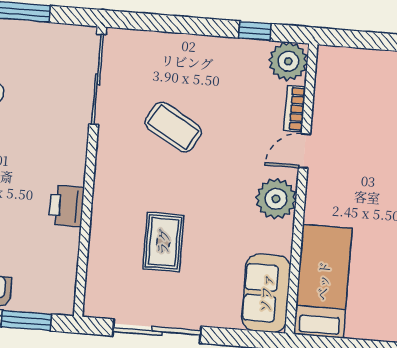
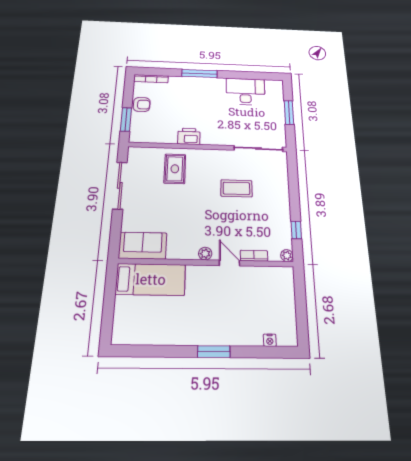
plant: (288, 61) -> (287, 256), width x0.53, depth x0.53
coffee table: (173, 127) -> (236, 188), turned 60
plant: (276, 199) -> (205, 254), width x0.53, depth x0.53
rug: (163, 242) -> (175, 169), moved, turned 90

